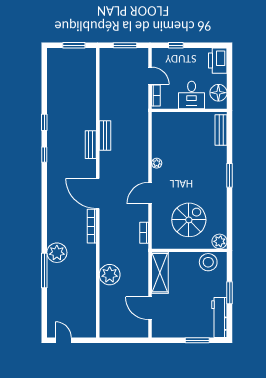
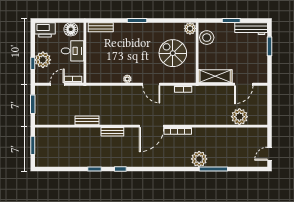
plant: (181, 58) -> (43, 60), added
bench: (105, 135) -> (87, 120), moved
plant: (110, 275) -> (239, 117), moved

